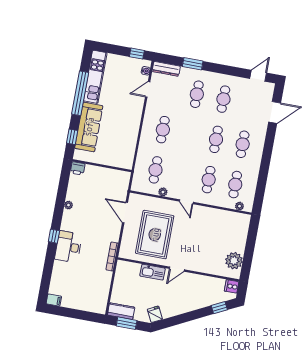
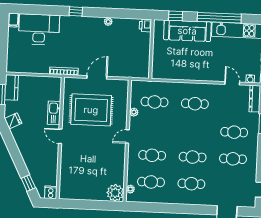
door: (125, 213) -> (97, 77), moved
desk: (68, 247) -> (39, 29), moved, width x1.36, depth x1.30
plant: (234, 261) -> (115, 193), moved

